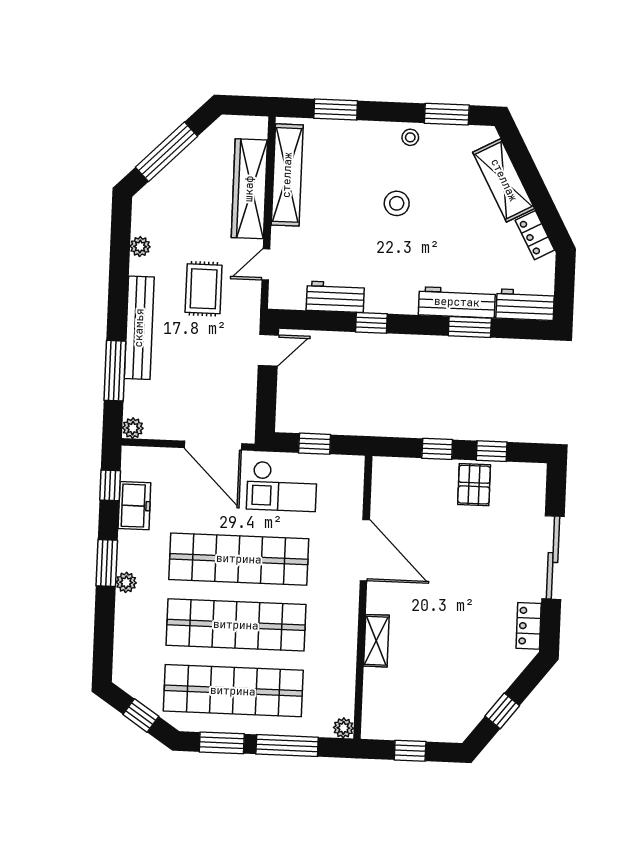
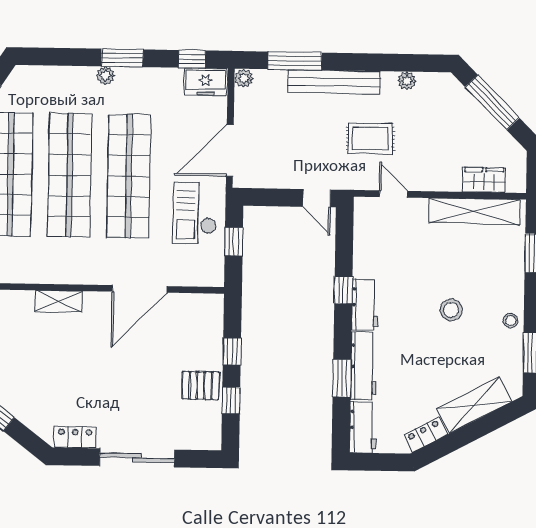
wardrobe: (249, 189) -> (484, 180), width x0.48, depth x0.85
workbench: (335, 297) -> (365, 305), moved
freezer: (134, 506) -> (205, 82), moved

